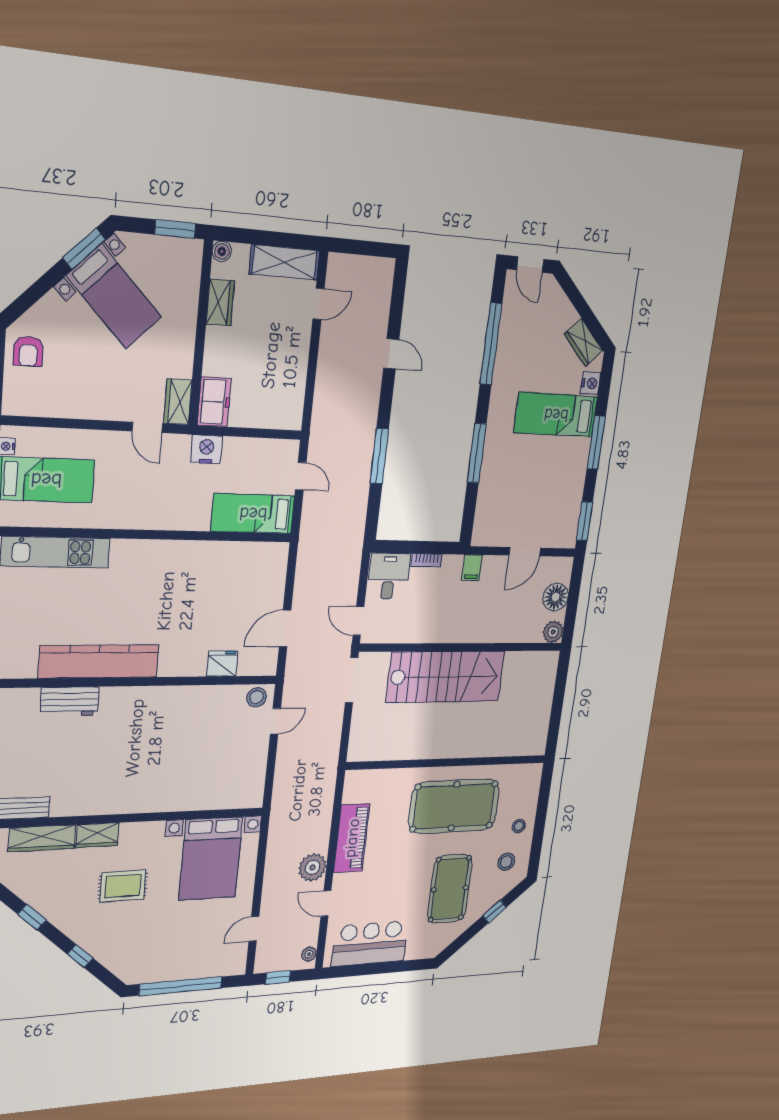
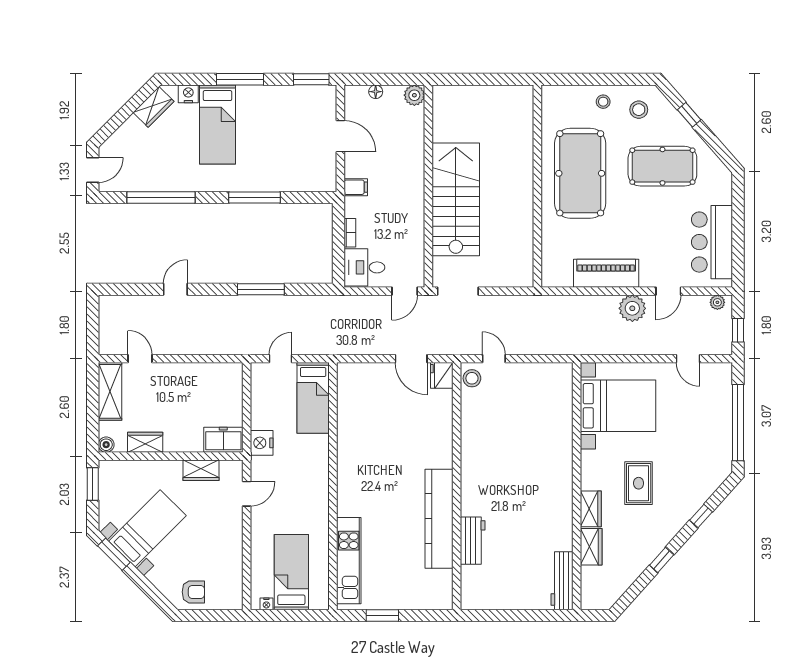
wardrobe: (178, 402) -> (201, 470), moved
floor lamp: (556, 597) -> (376, 92), width x0.53, depth x0.53
fridge: (222, 664) -> (442, 375), moved
wardrobe: (42, 838) -> (591, 547), width x0.67

